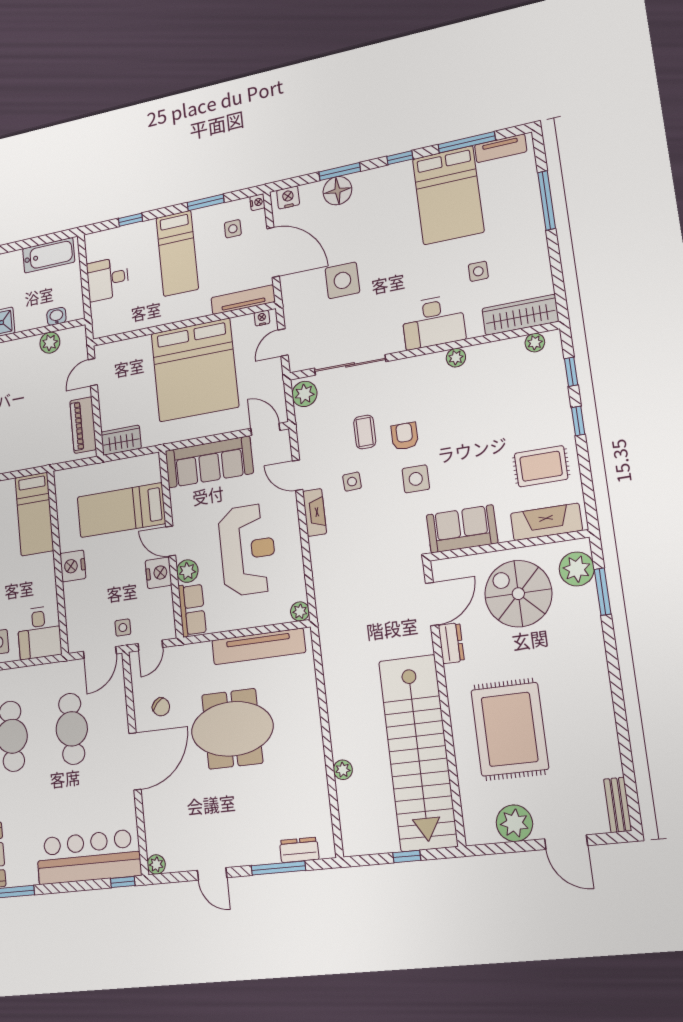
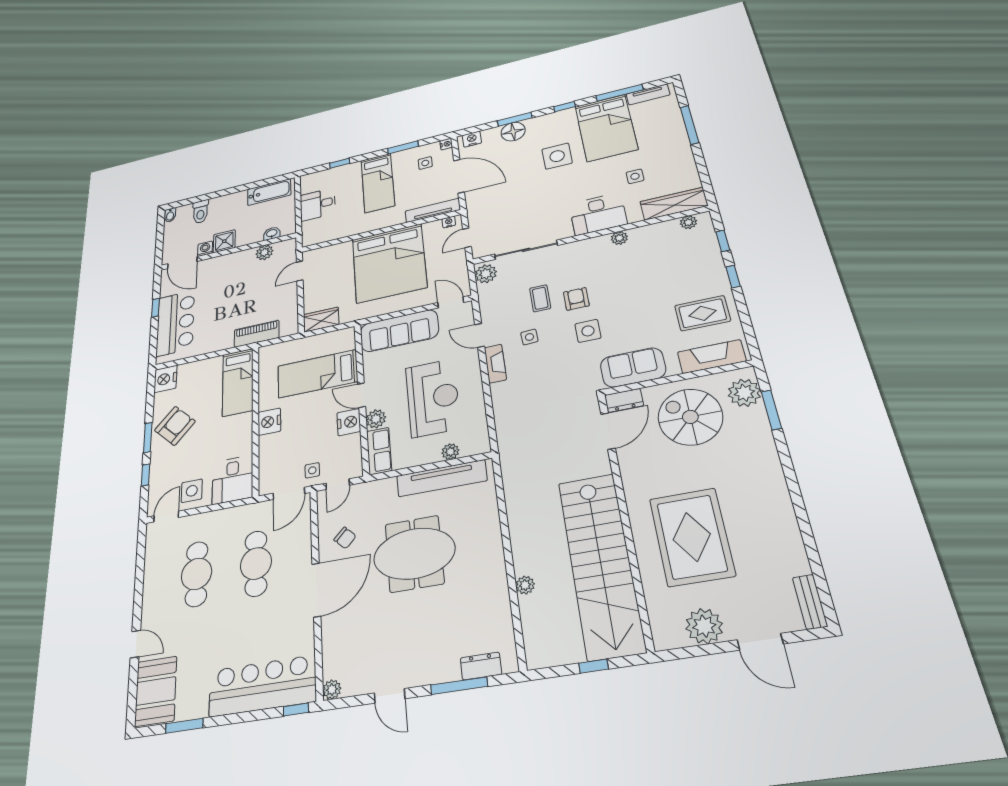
side table: (342, 280) -> (557, 156), moved
piano: (83, 425) -> (257, 334), moved, turned 90
plant: (300, 611) -> (450, 452), moved
dresser: (451, 643) -> (624, 400), moved, turned 90

